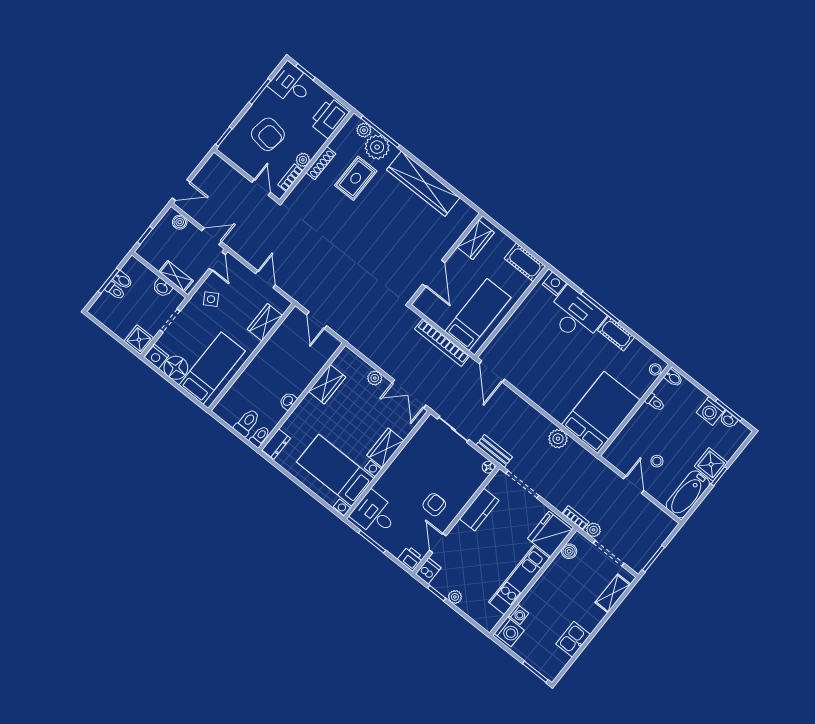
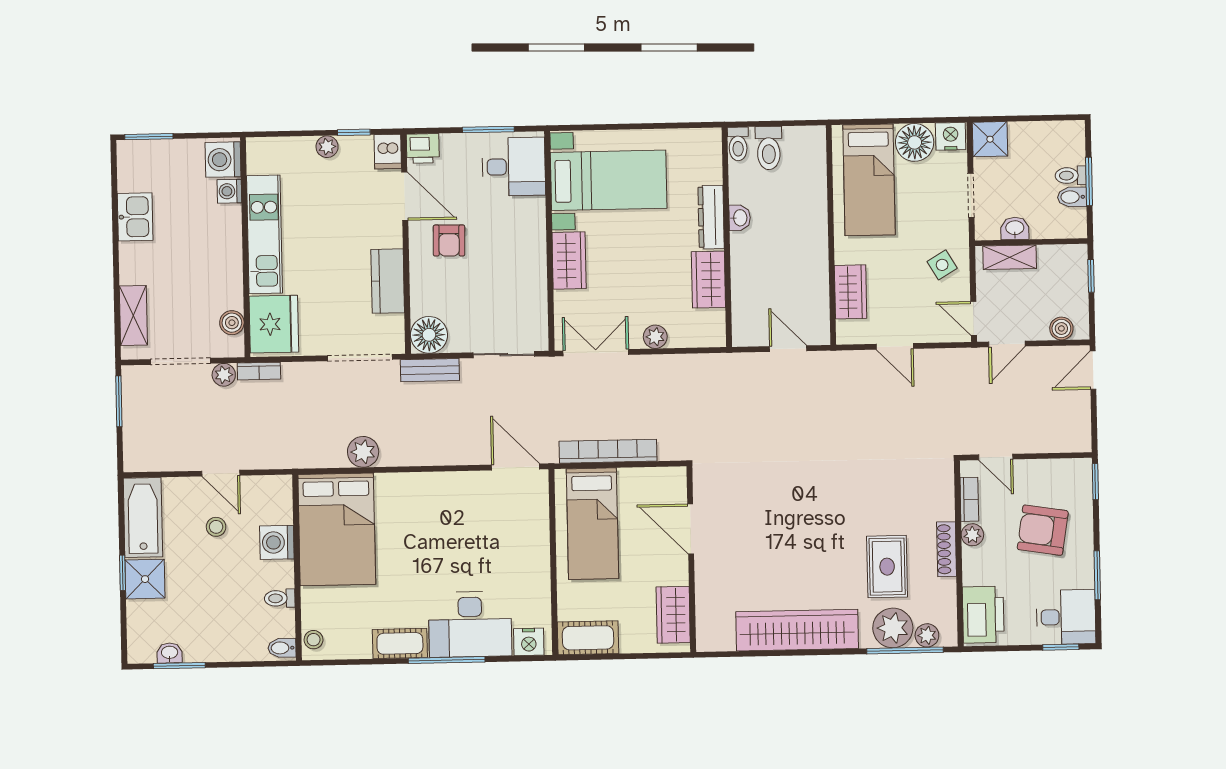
washing machine: (711, 411) -> (277, 542), moved, turned -90
dresser: (276, 444) -> (711, 217), moved, width x1.44
floor lamp: (488, 467) -> (429, 335), width x1.89, depth x1.89
door: (438, 543) -> (405, 196), width x1.38

